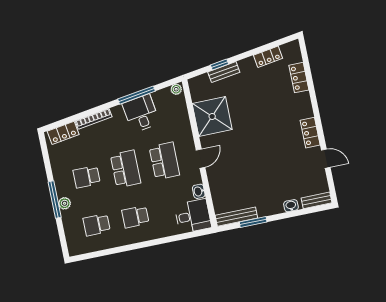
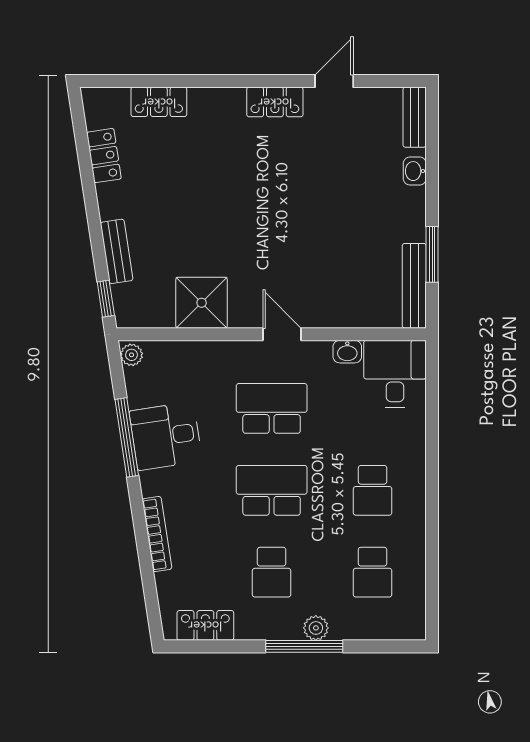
window: (219, 65) -> (106, 299), moved
shower: (212, 116) -> (202, 303), width x0.73, depth x0.73
locker: (63, 133) -> (205, 625), moved, turned -81

